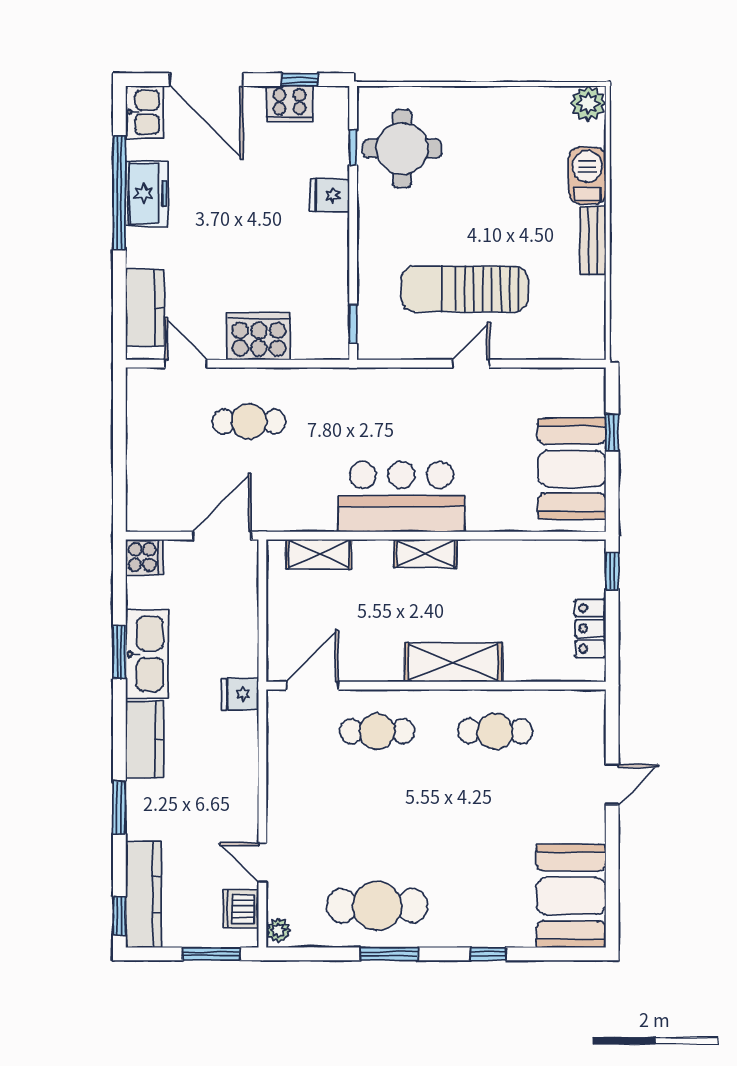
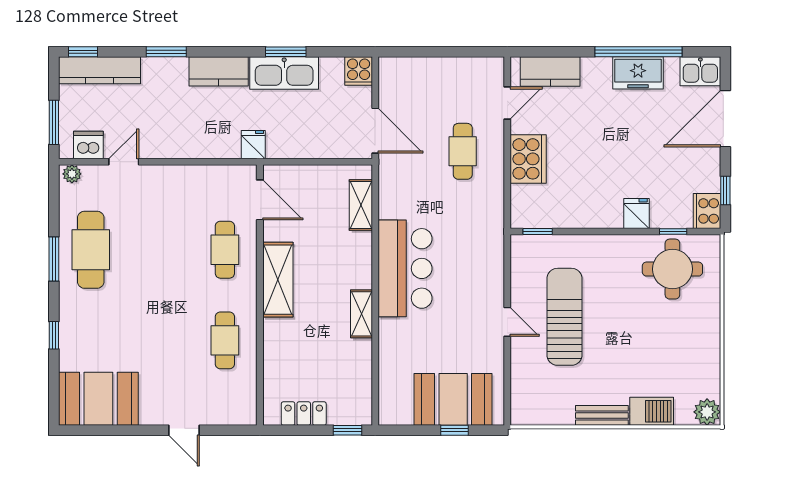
cooker: (289, 104) -> (707, 211), moved
booth: (572, 469) -> (453, 399), moved
shelving: (426, 553) -> (361, 314), moved
shelving: (453, 662) -> (278, 280), moved

